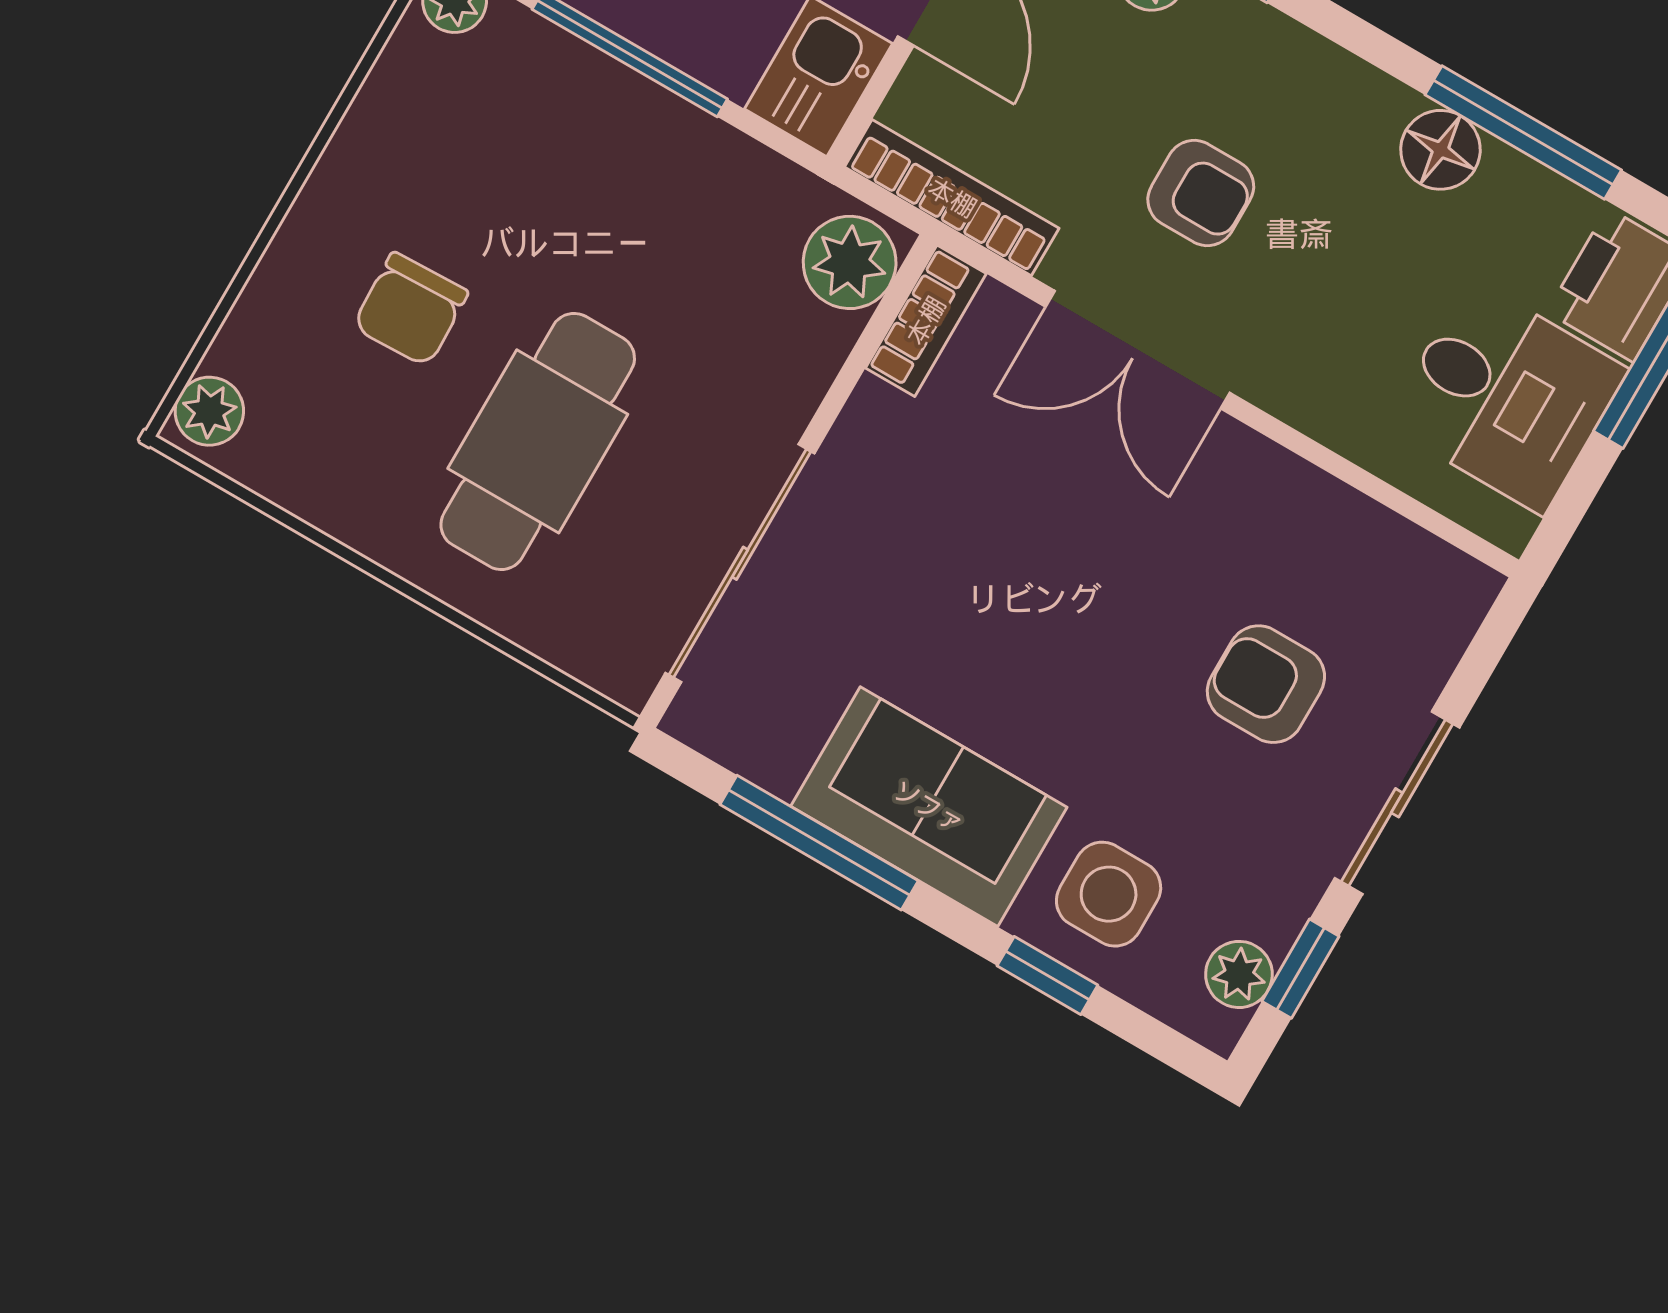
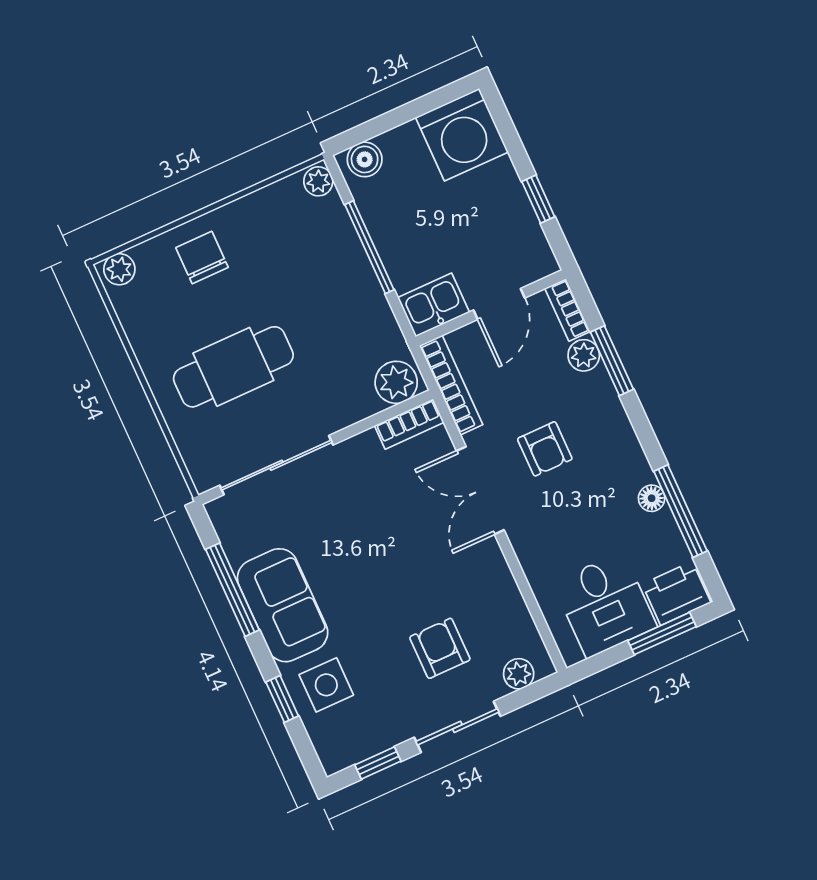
floor lamp: (1440, 150) -> (652, 498), width x0.73, depth x0.73
chair: (410, 309) -> (202, 258), moved, turned 92
plant: (1239, 974) -> (519, 674), moved

